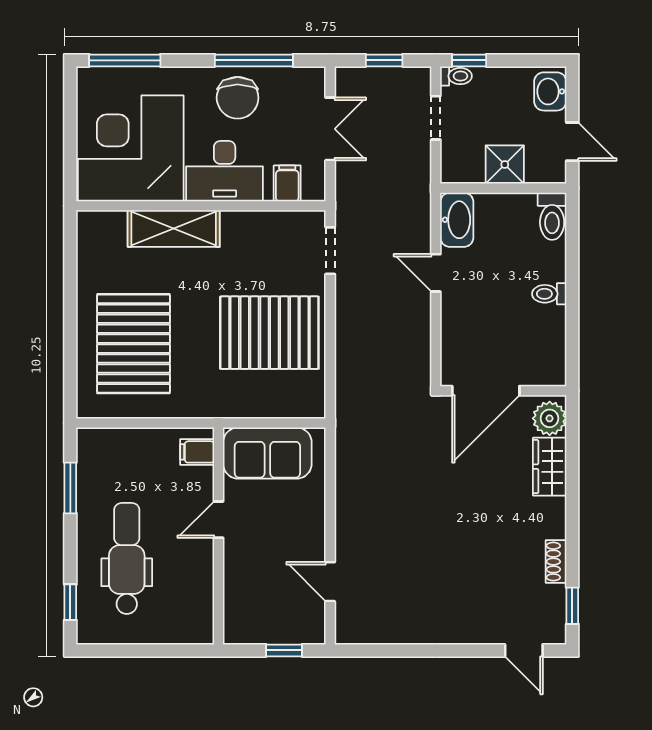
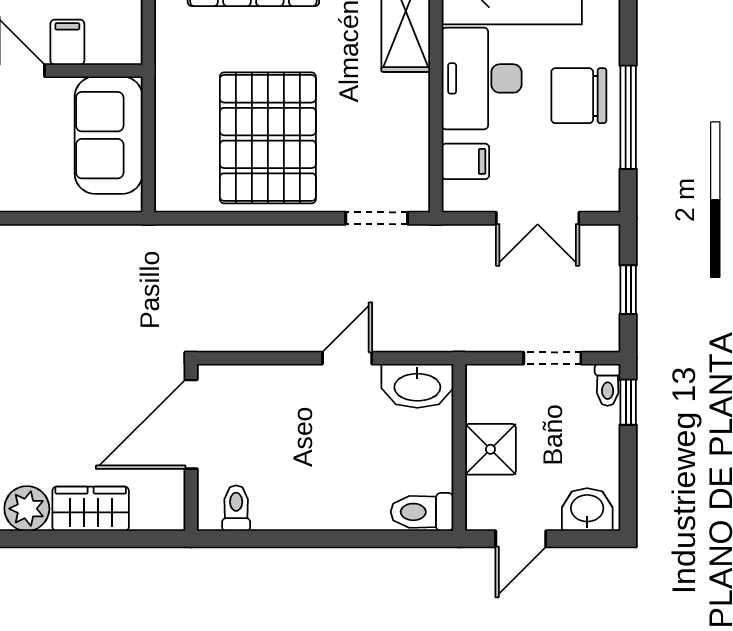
toilet: (549, 294) -> (236, 508), moved
door: (486, 391) -> (191, 424), hinge flipped
plant: (550, 418) -> (27, 509), moved
filing cabinet: (197, 452) -> (67, 42), moved

